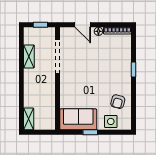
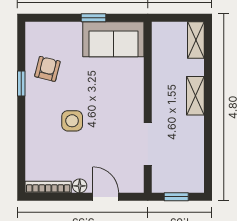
shelving: (29, 56) -> (195, 96), moved
doorway: (58, 56) -> (148, 144), width x0.73
window: (134, 70) -> (21, 83), moved
side table: (111, 121) -> (72, 121), moved

